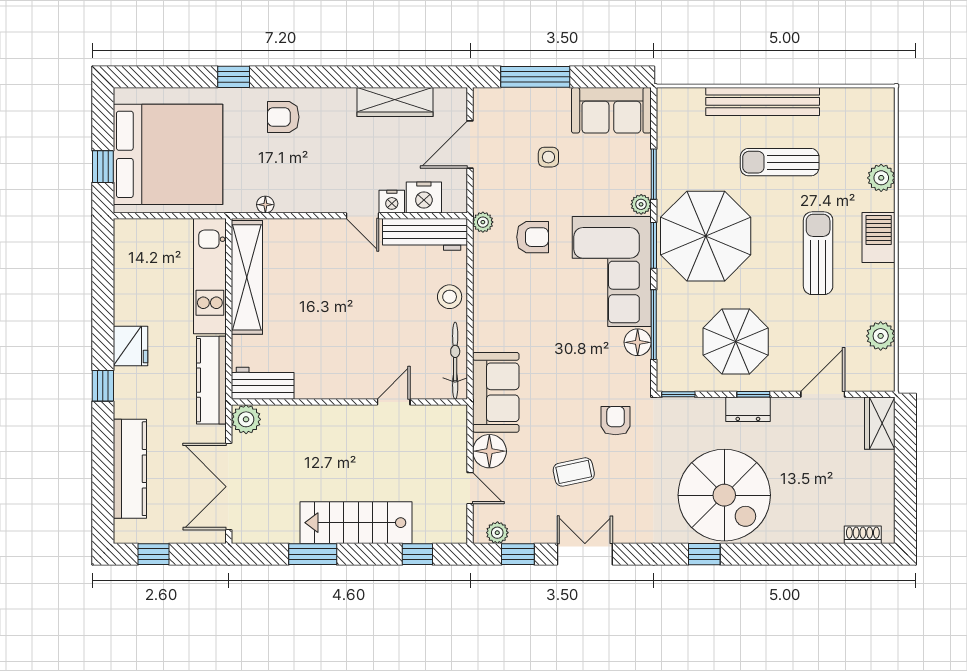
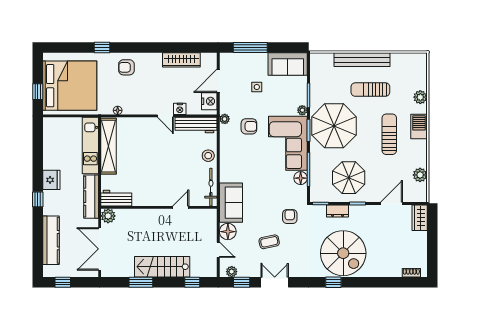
nightstand: (424, 197) -> (209, 101), moved, turned -90
dresser: (748, 409) -> (337, 211), moved

